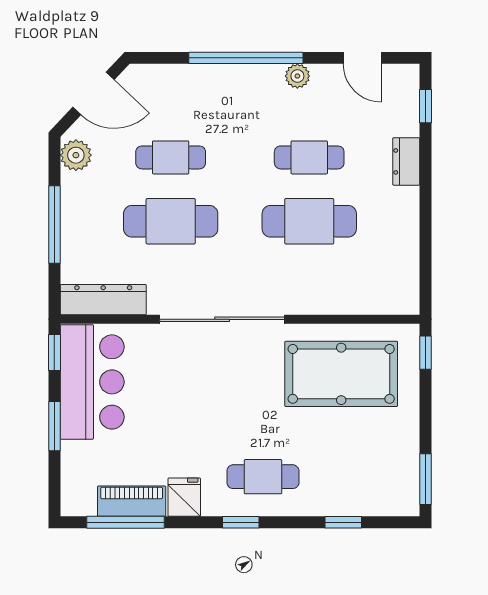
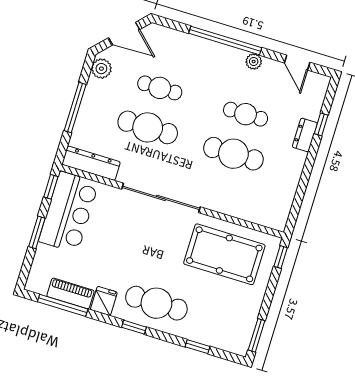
window: (425, 106) -> (321, 124), moved
cafe table: (263, 477) -> (156, 303), width x1.37, depth x1.35

